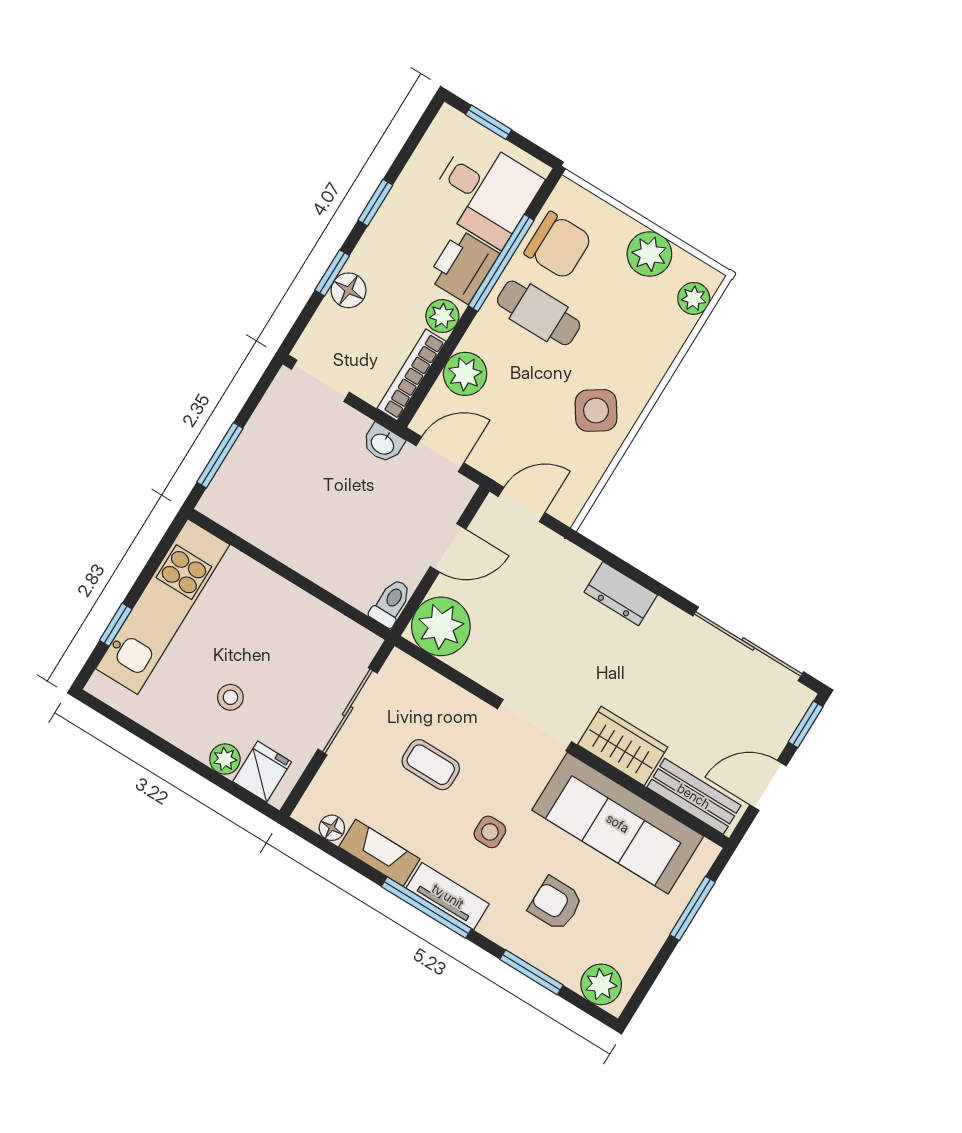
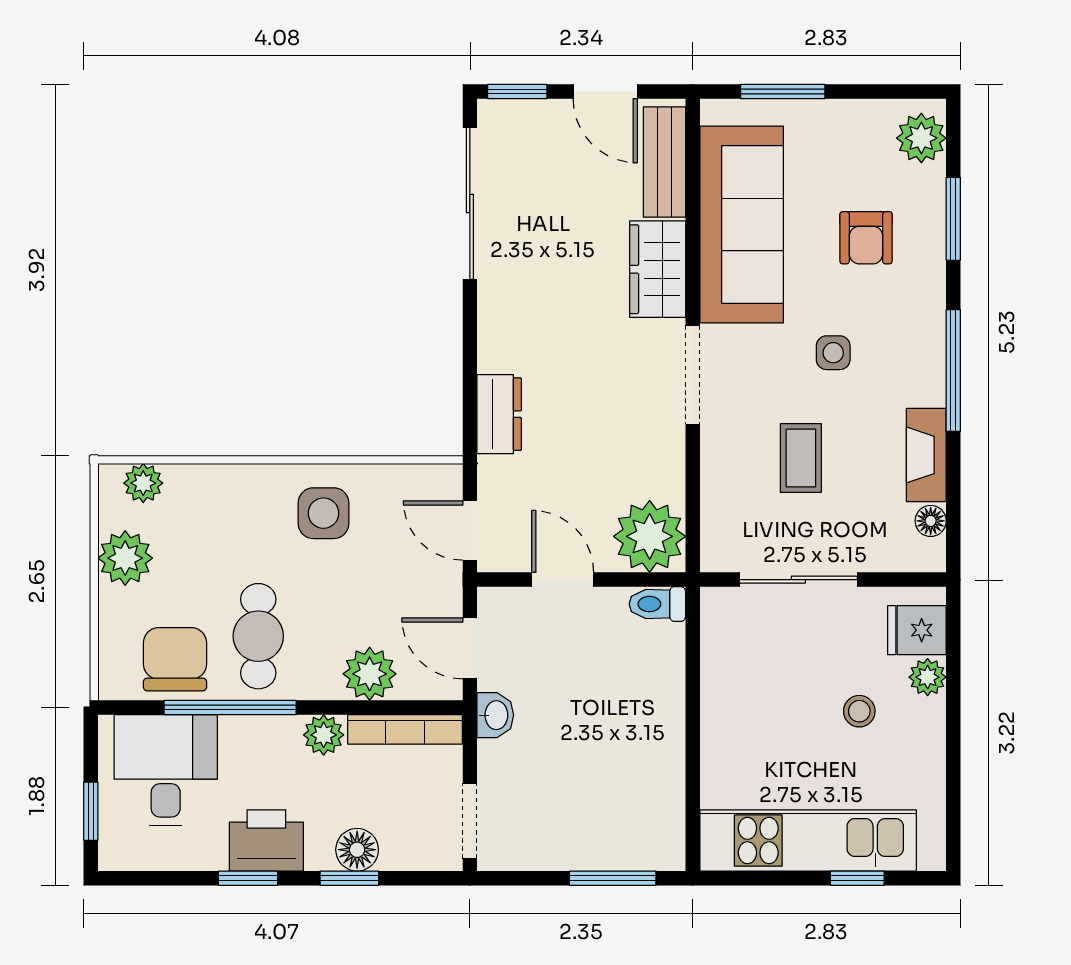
printer: (463, 266) -> (266, 840), moved, turned 180
side table: (596, 410) -> (323, 513), turned 33
dresser: (621, 594) -> (499, 414), moved
tv unit: (448, 896) -> (928, 356), removed

